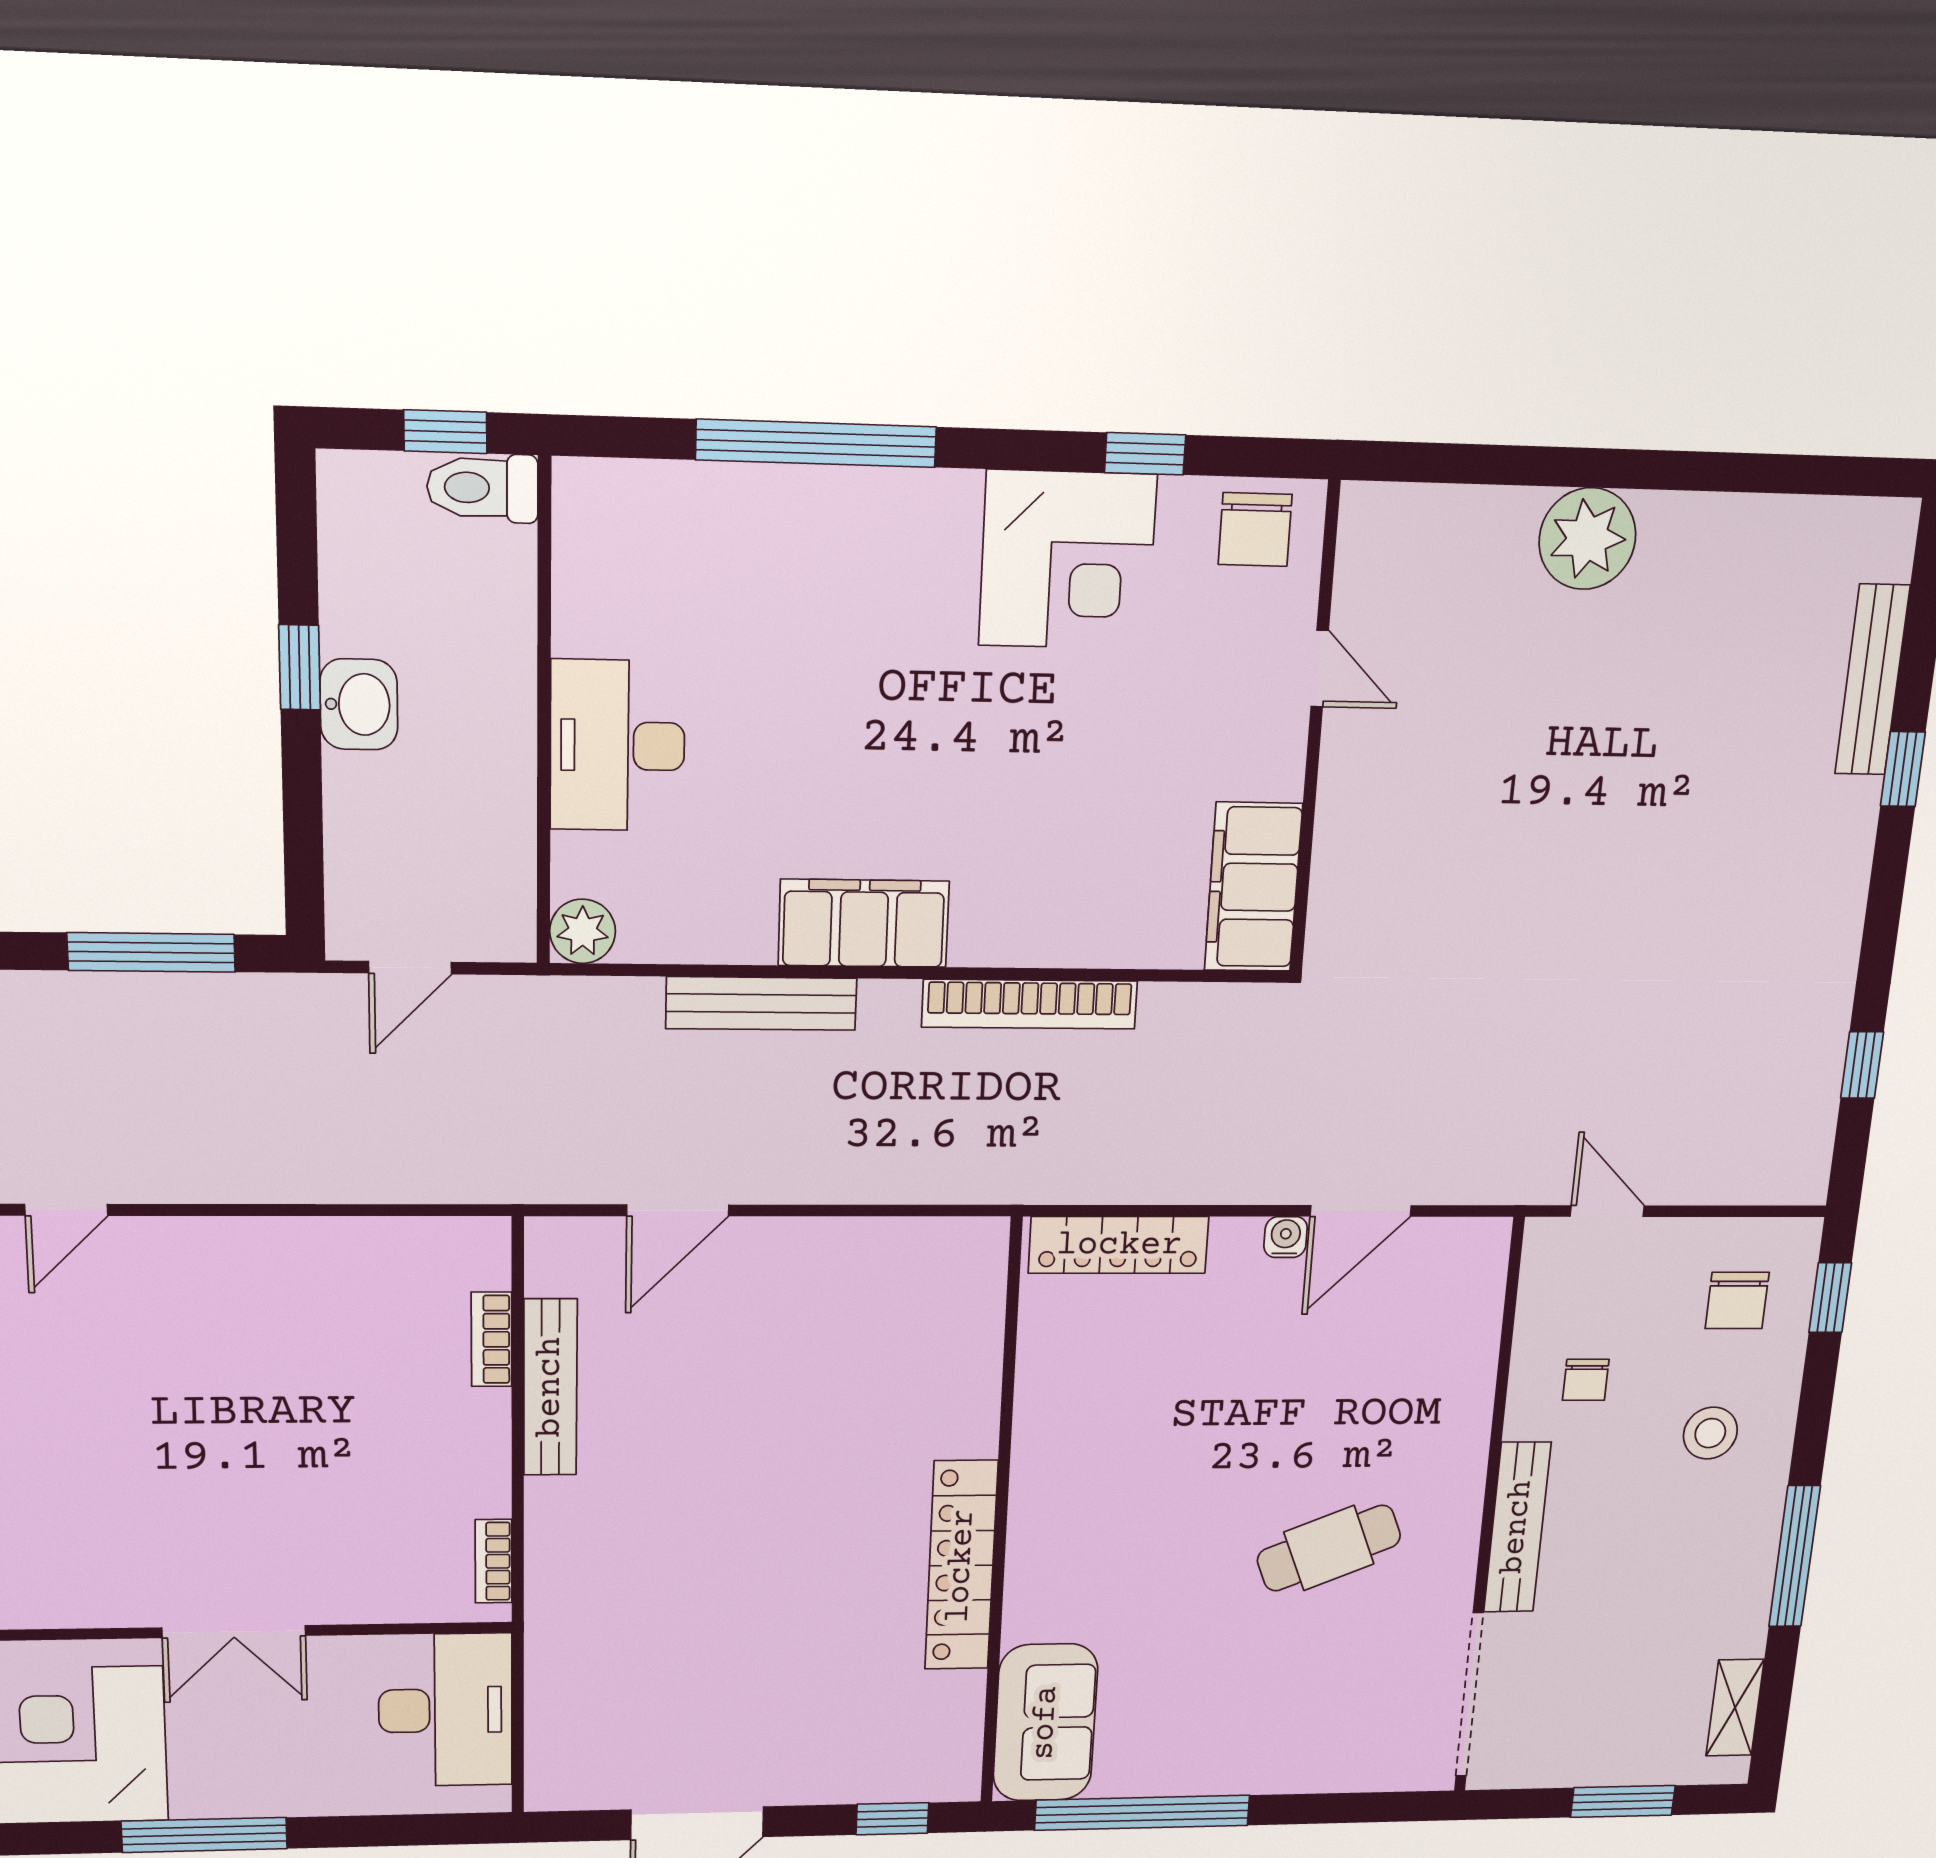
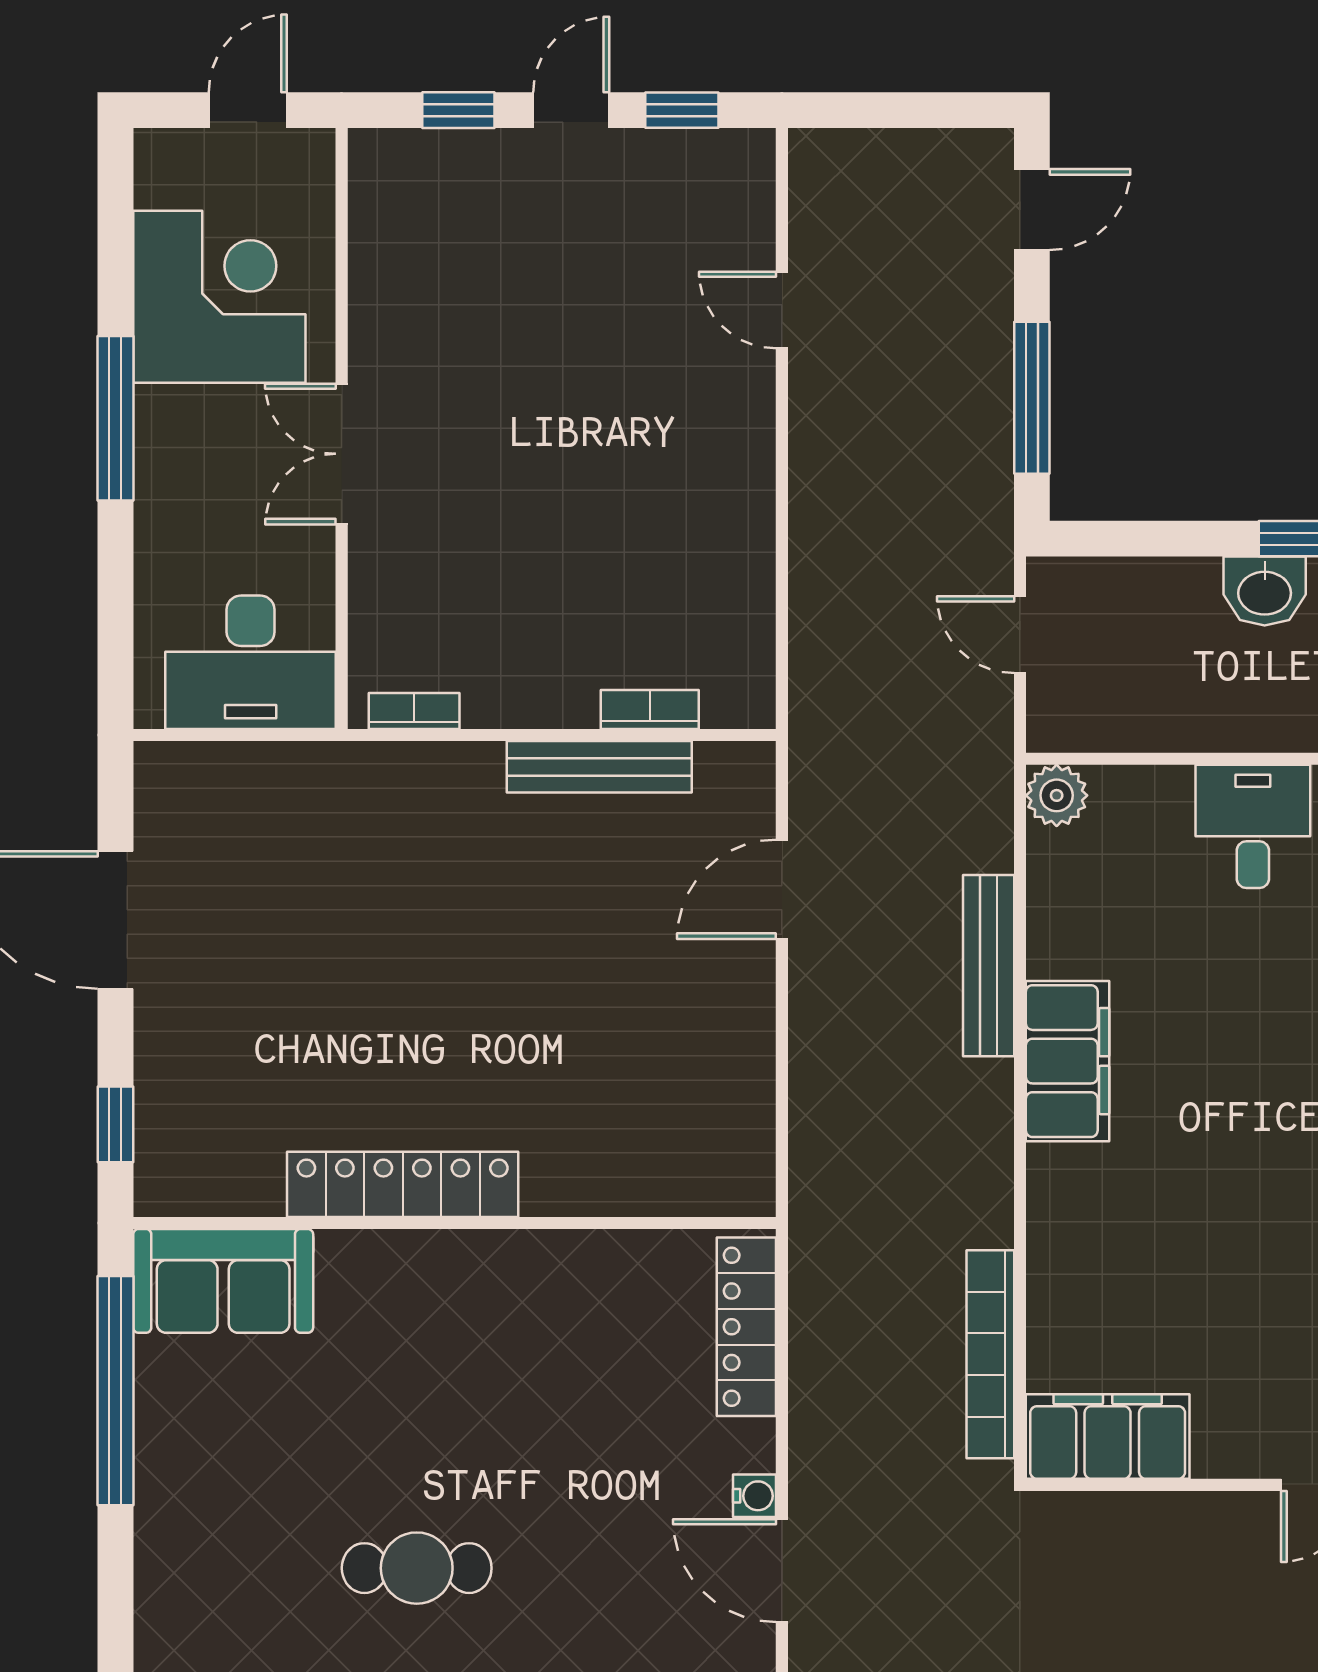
desk: (617, 746) -> (1253, 826), width x0.73
bookcase: (1030, 1004) -> (990, 1354), moved
door: (678, 1210) -> (782, 889), hinge flipped
cafe table: (1329, 1548) -> (417, 1568), turned -68

